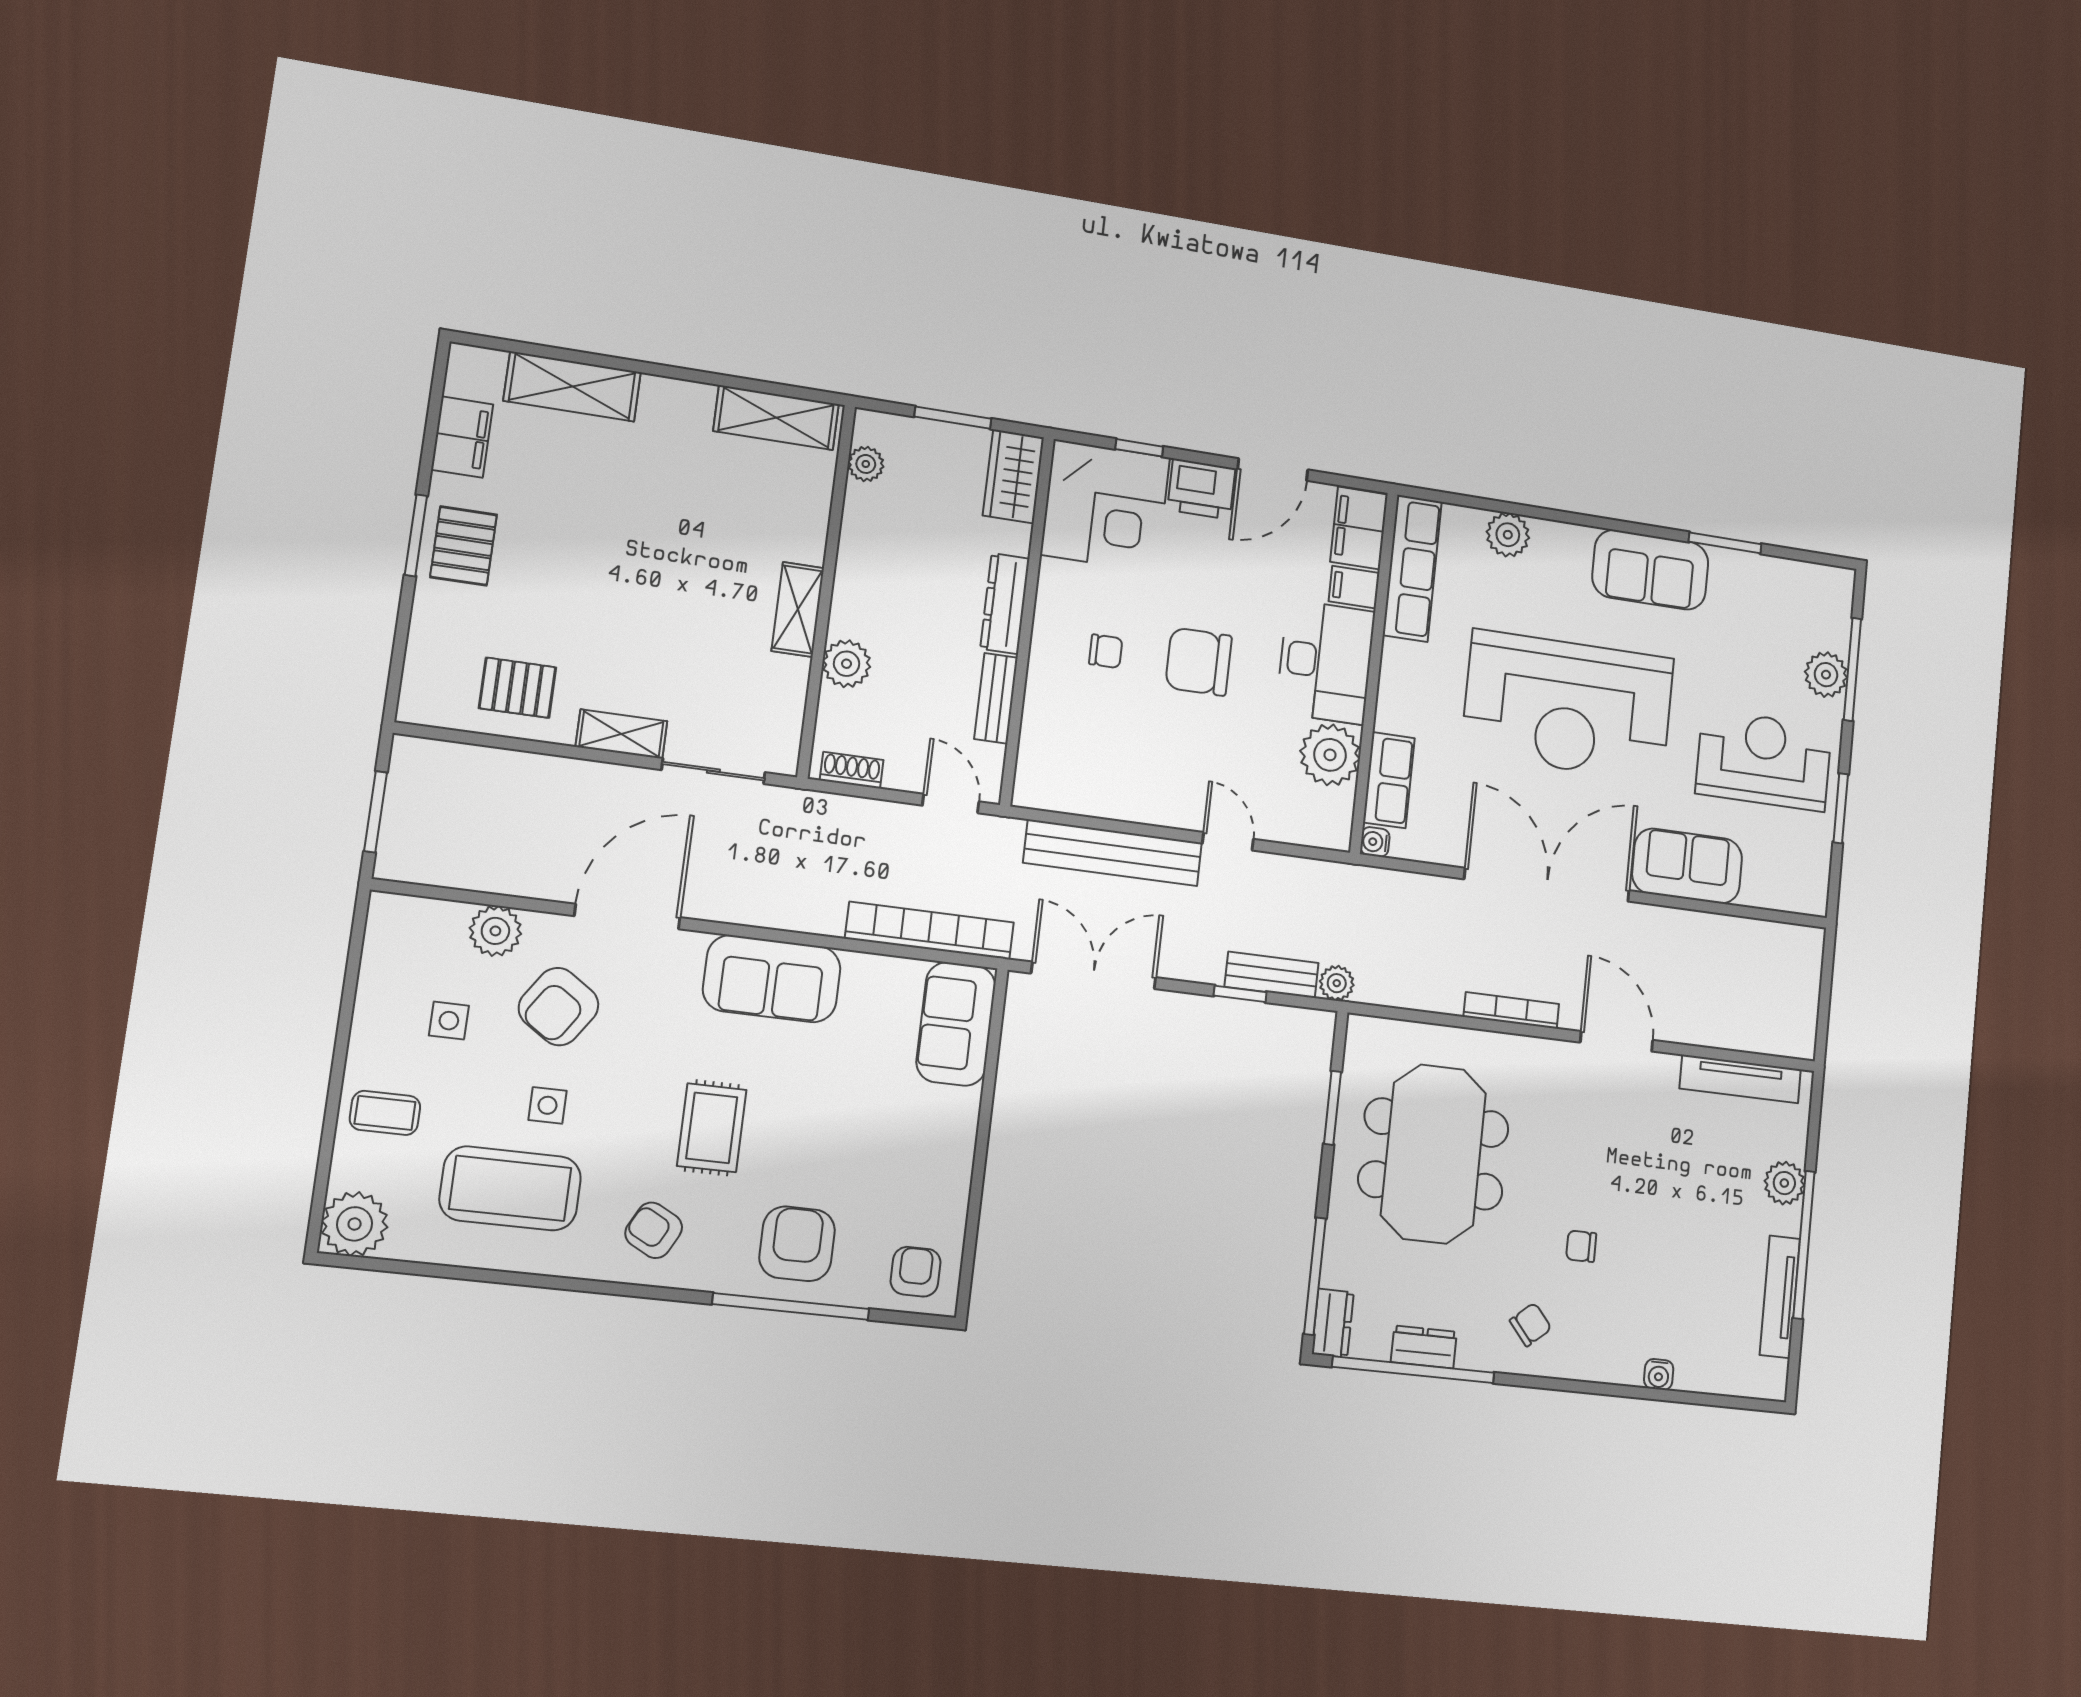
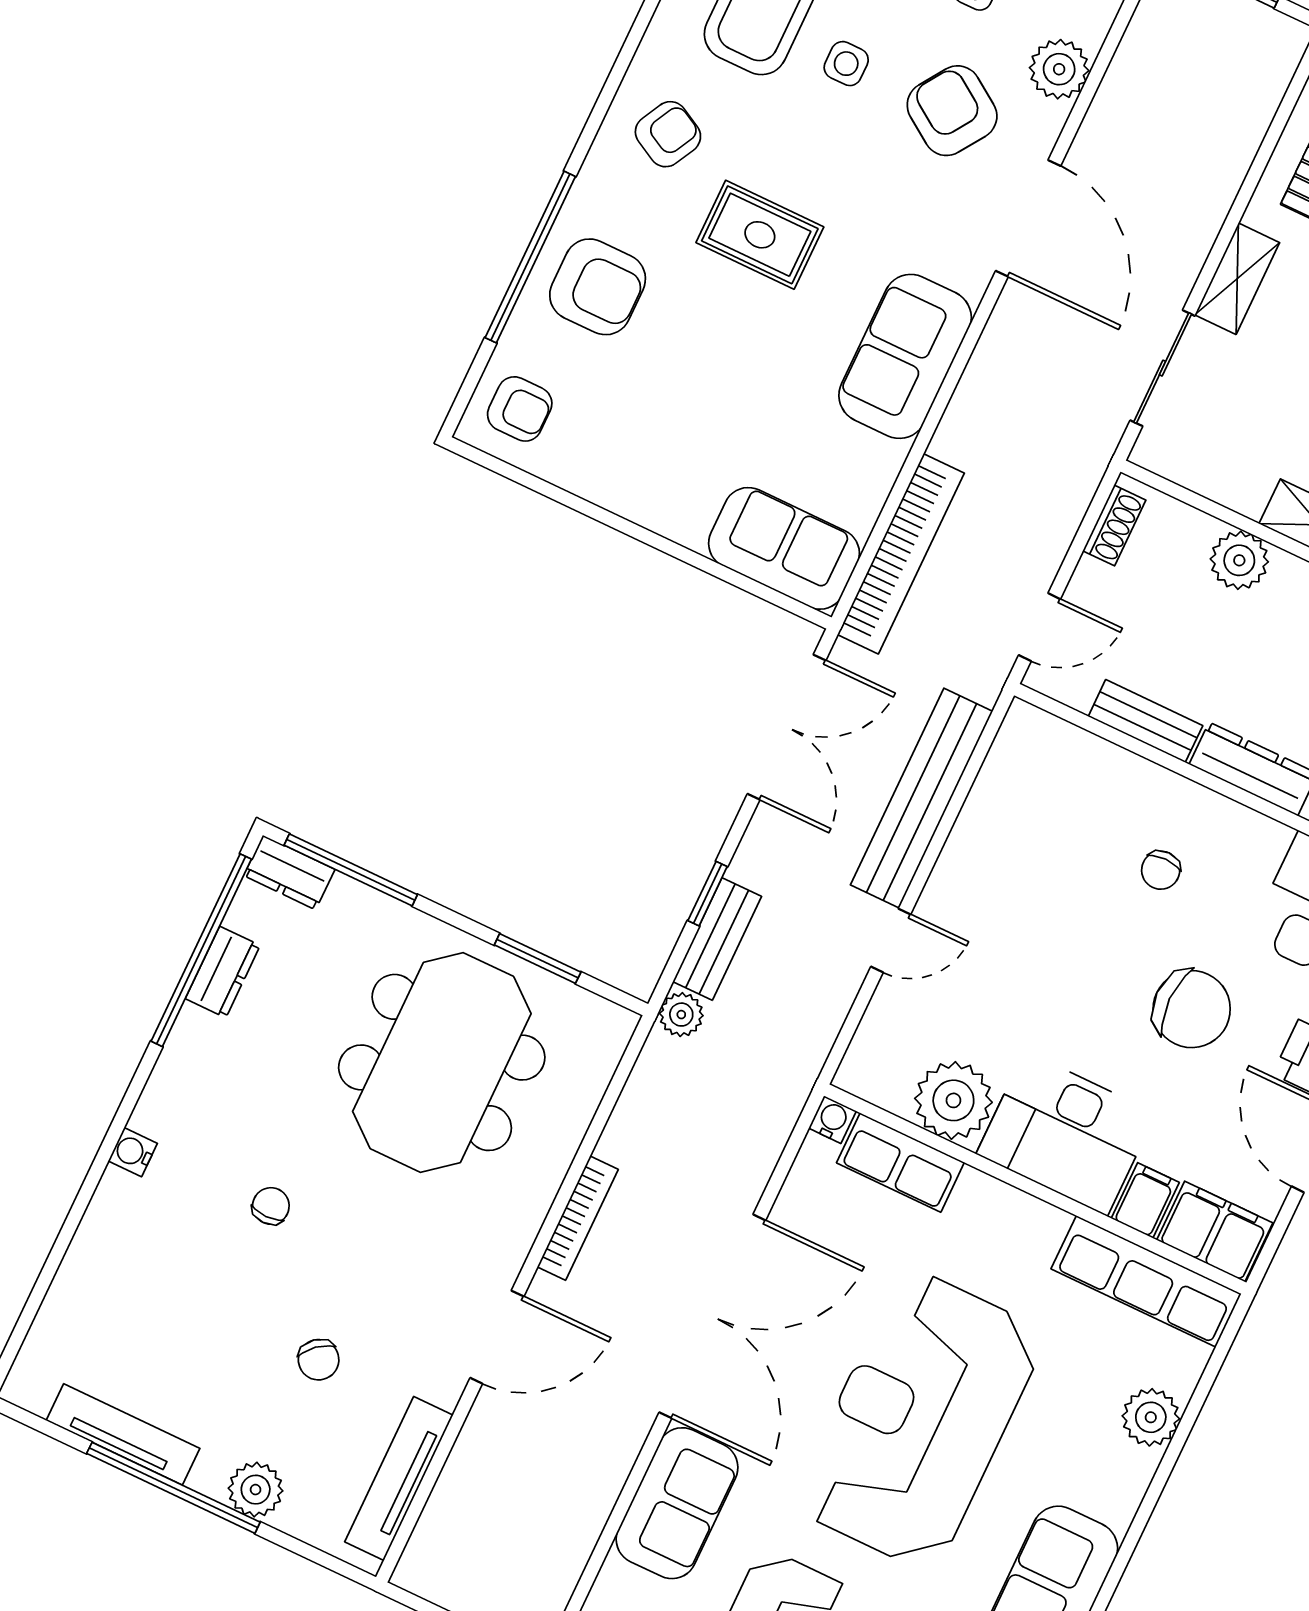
chair: (1199, 662) -> (1192, 1009), moved, turned 90
meeting table: (1434, 1154) -> (442, 1062), turned 90
chair: (1531, 1324) -> (319, 1360), moved
water cooler: (1659, 1374) -> (133, 1152), moved

